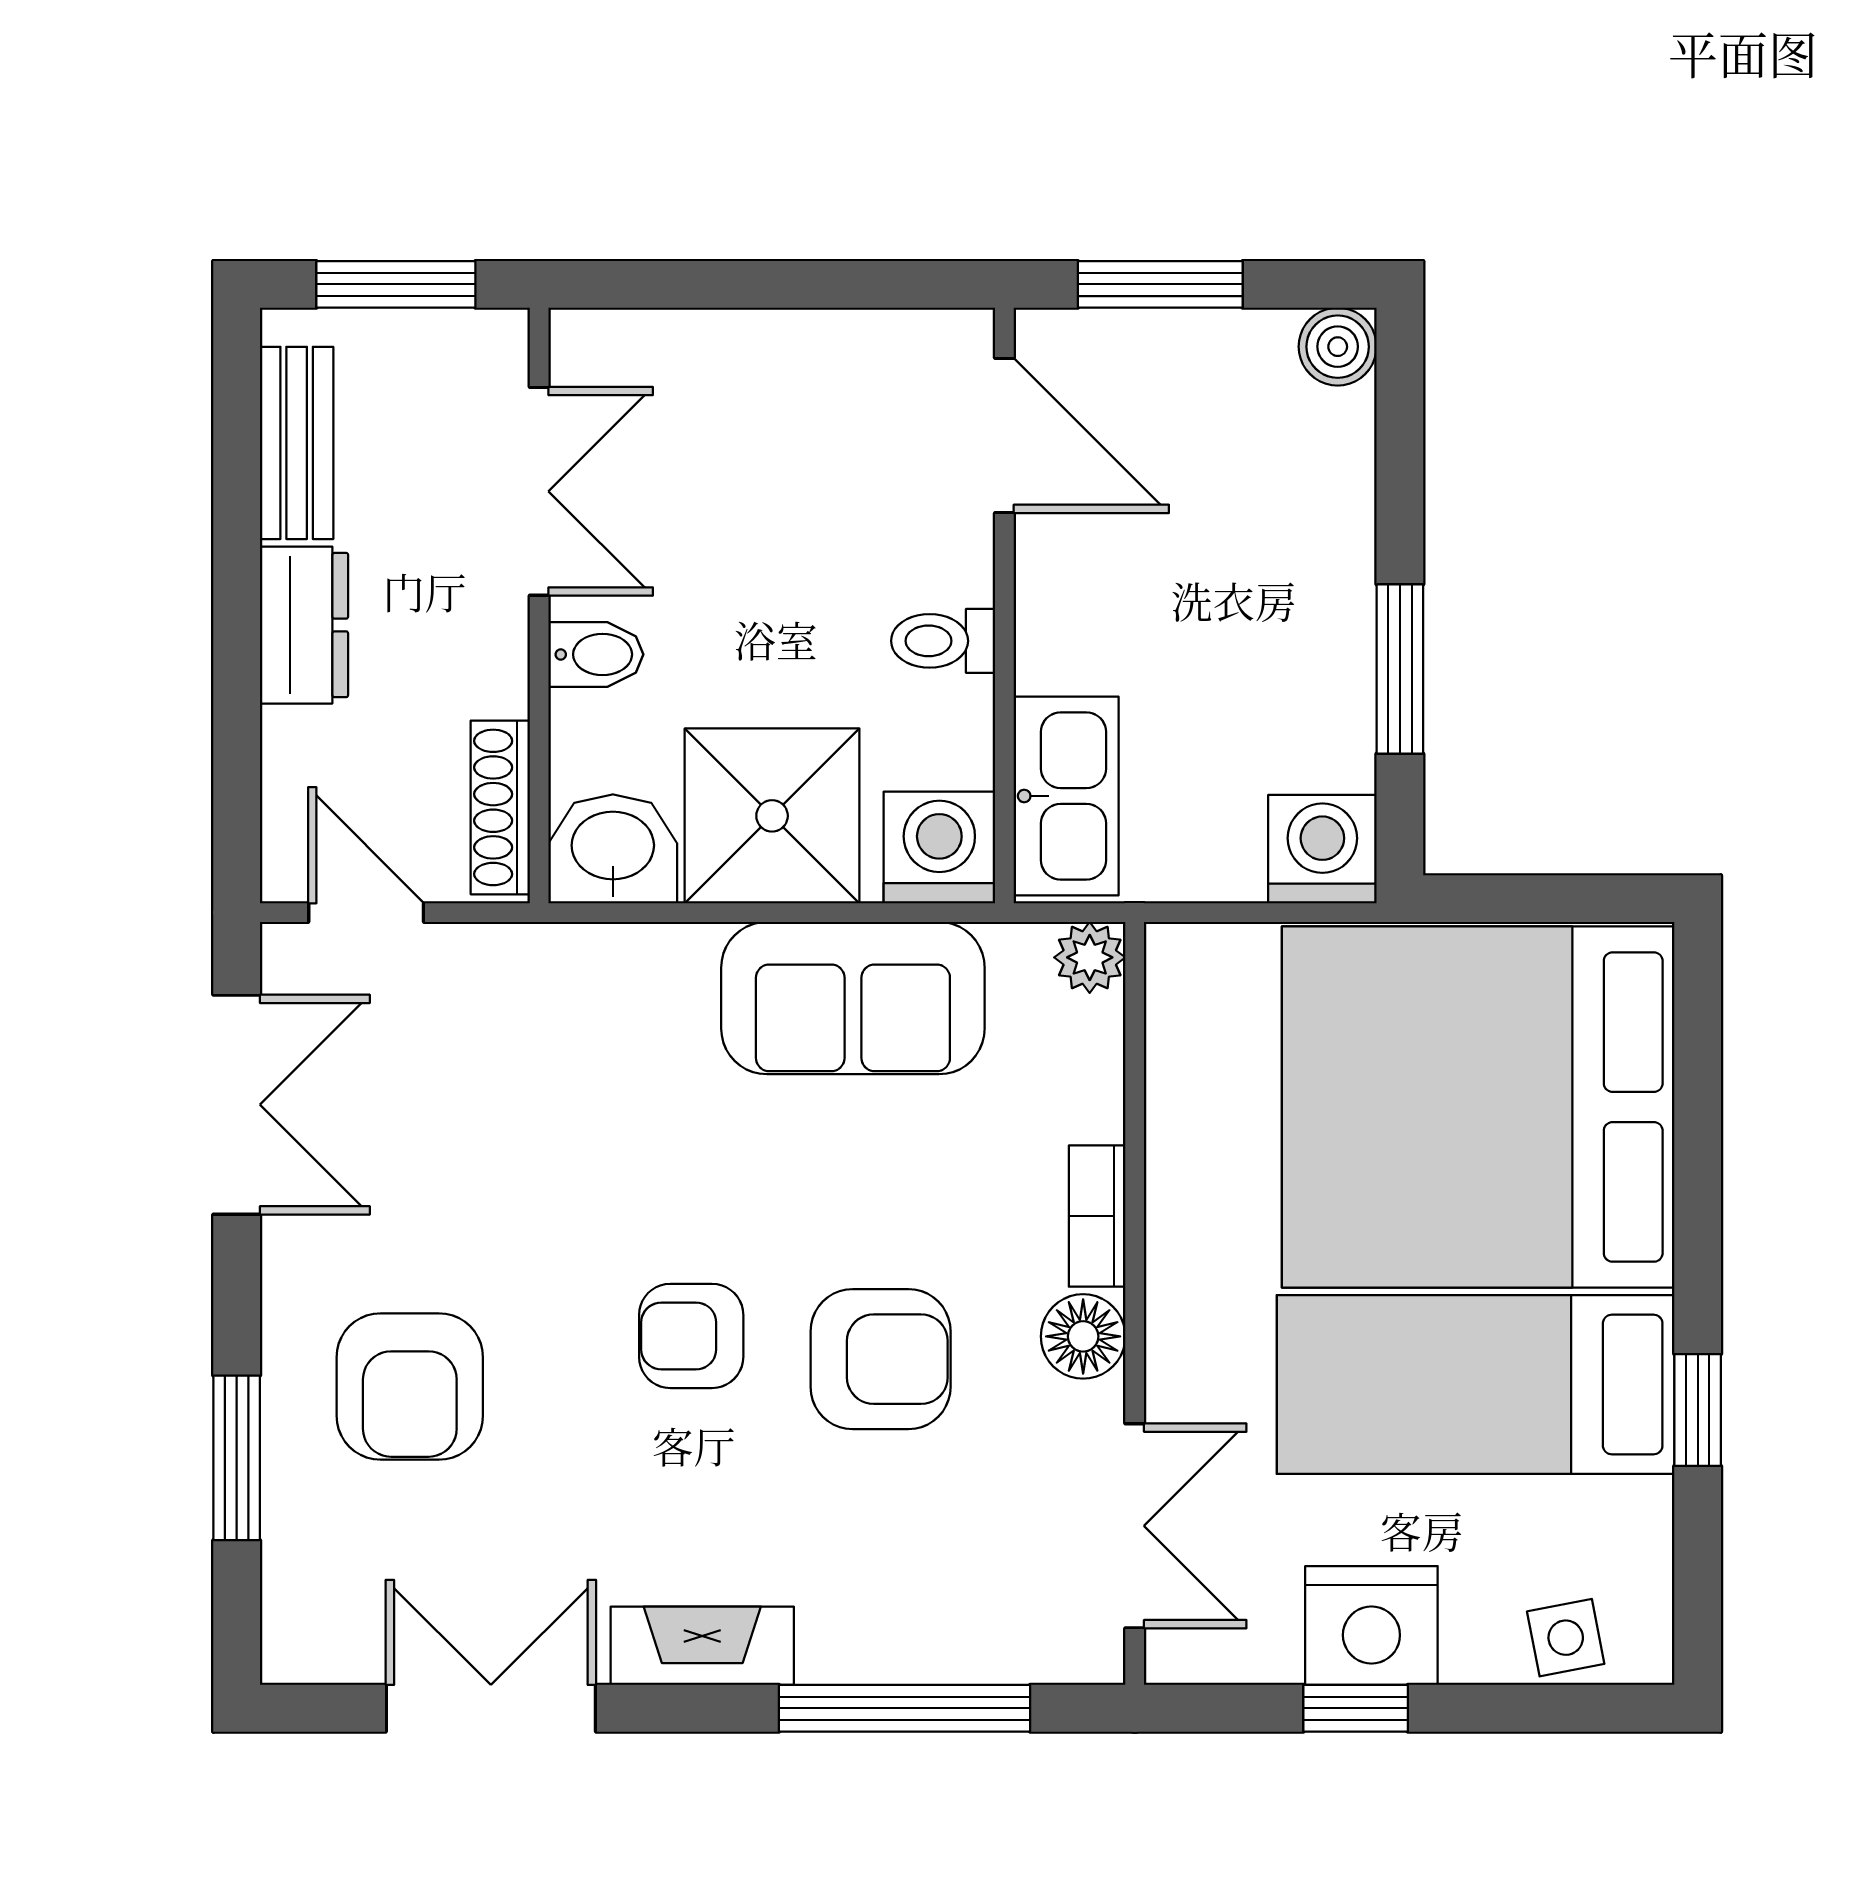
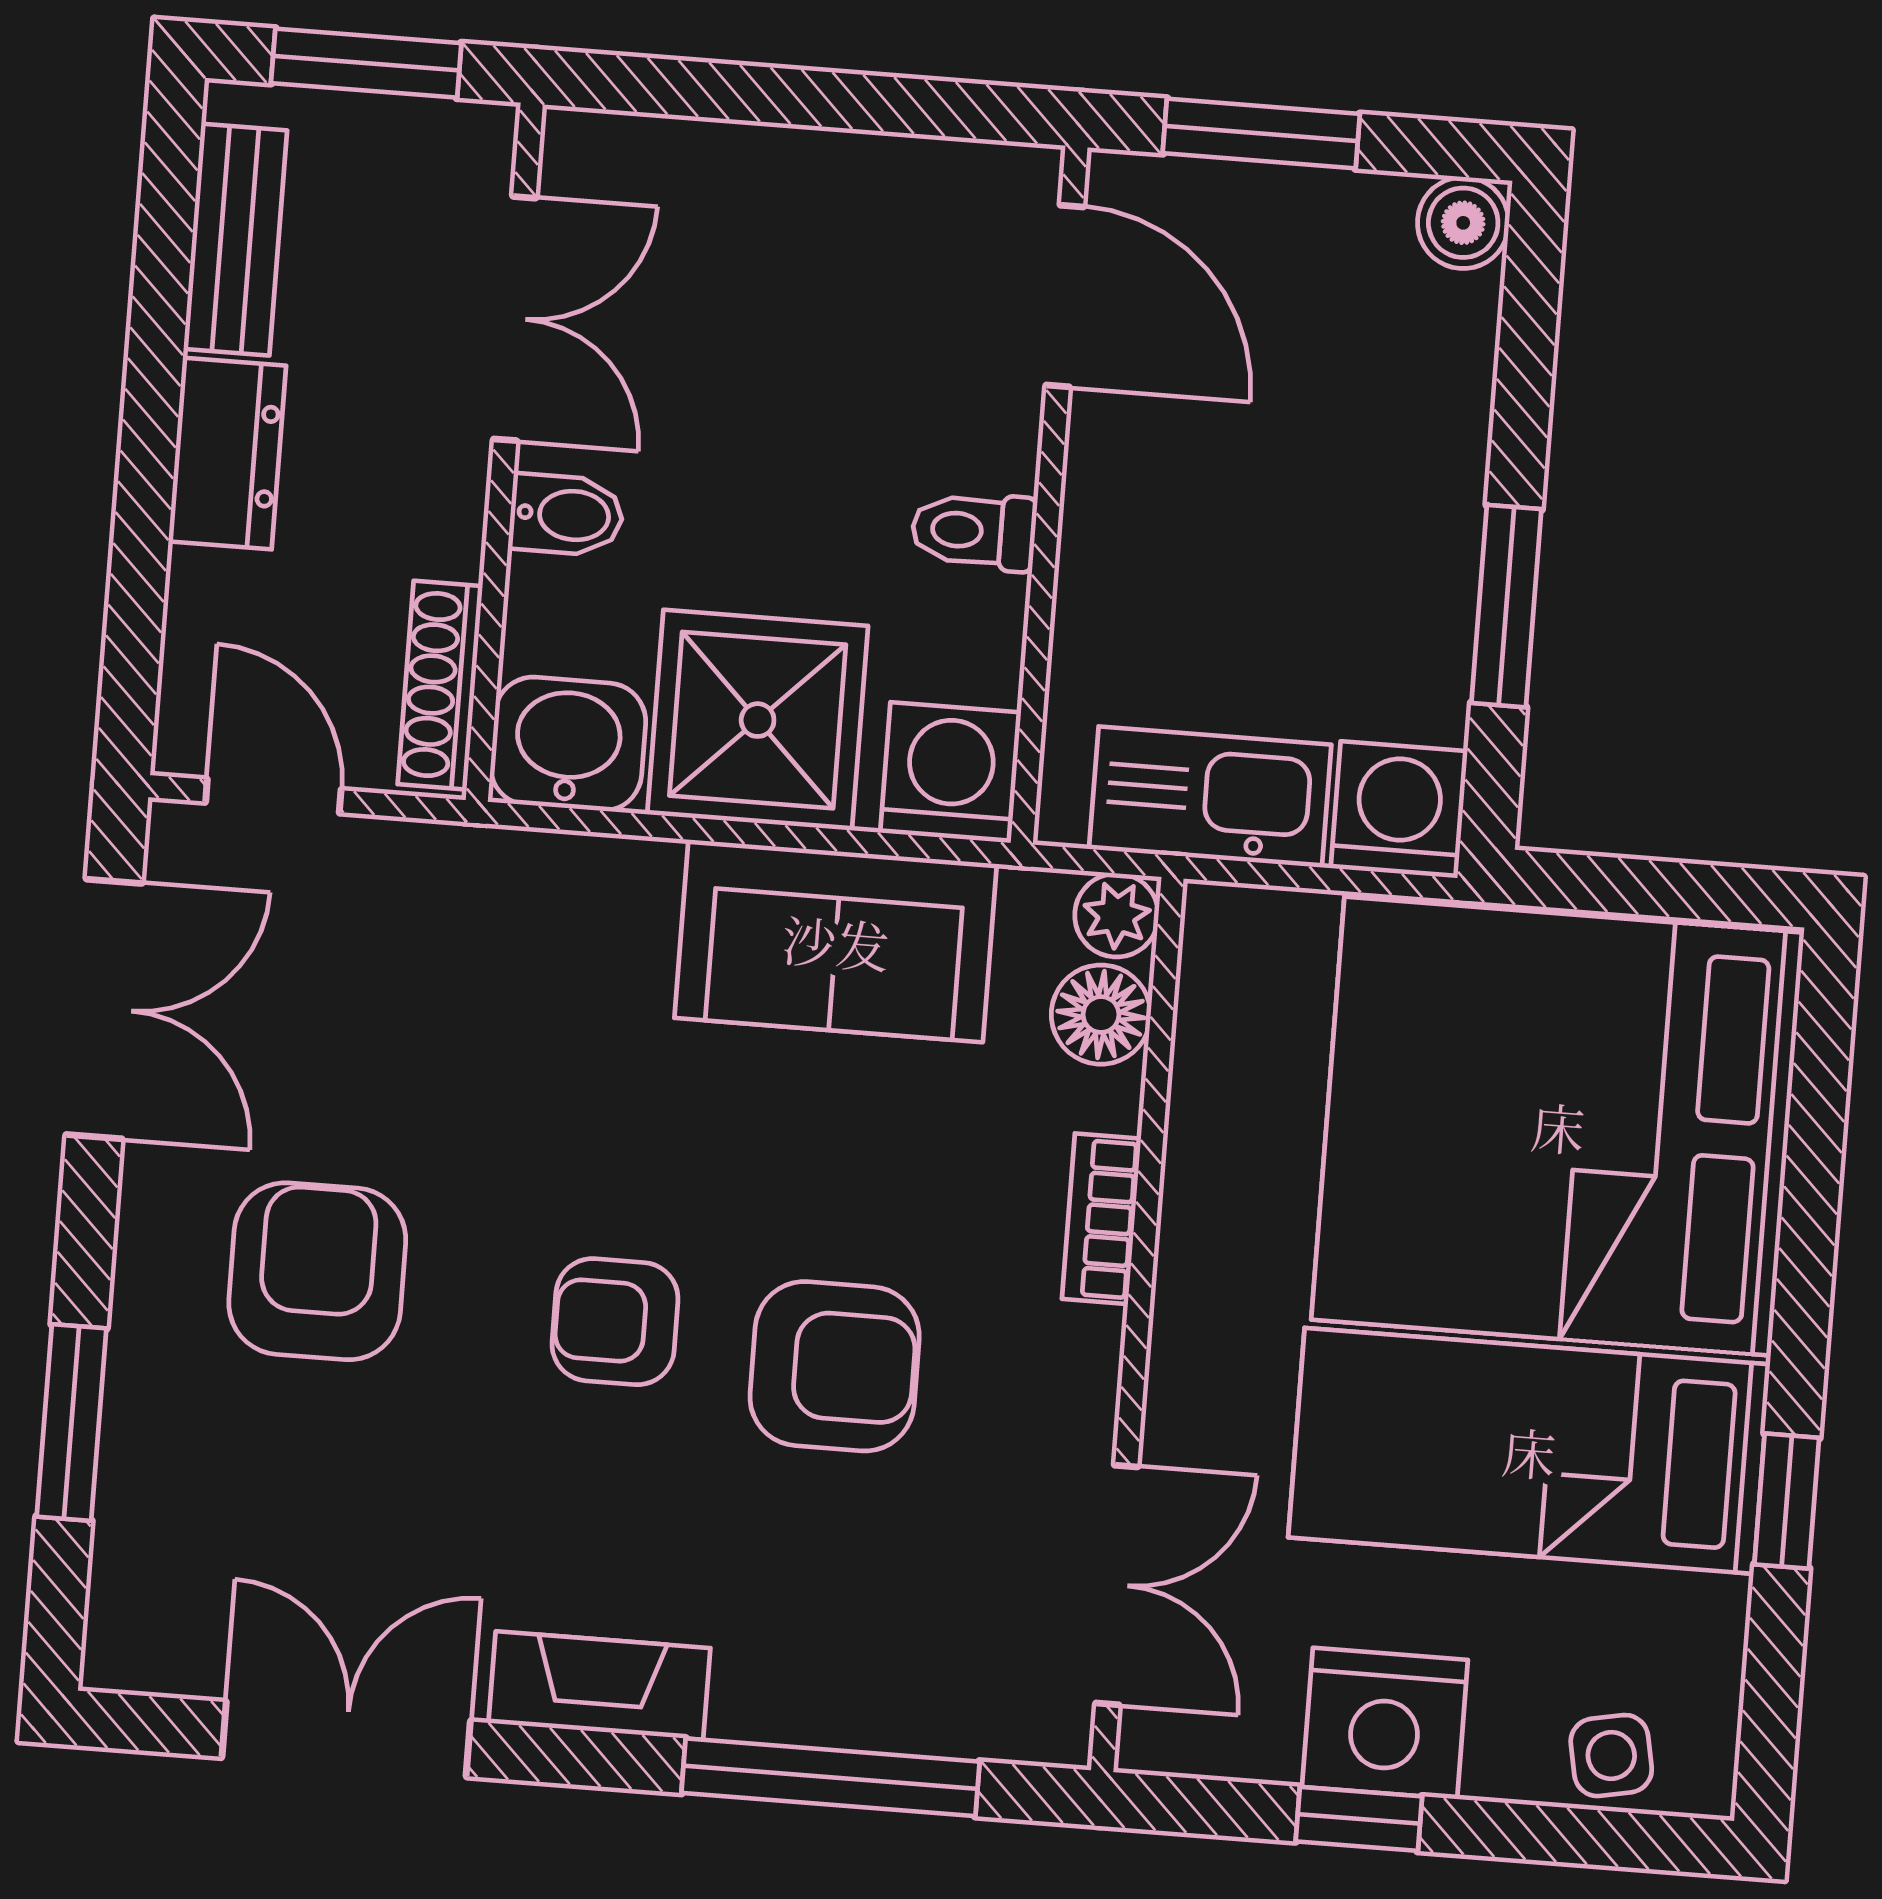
kitchen sink: (1066, 796) -> (1210, 797), moved, turned -90
floor lamp: (1083, 1336) -> (1101, 1015), moved
armchair: (410, 1387) -> (317, 1271), moved, turned 180

